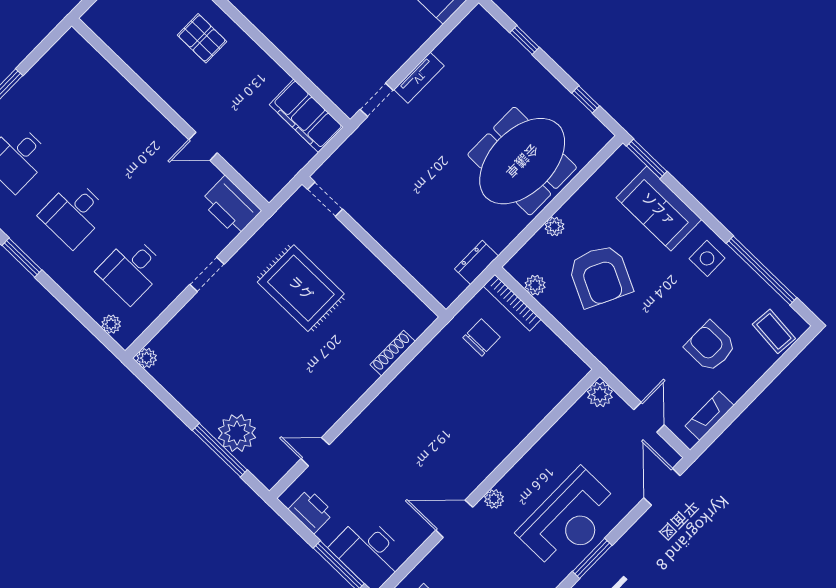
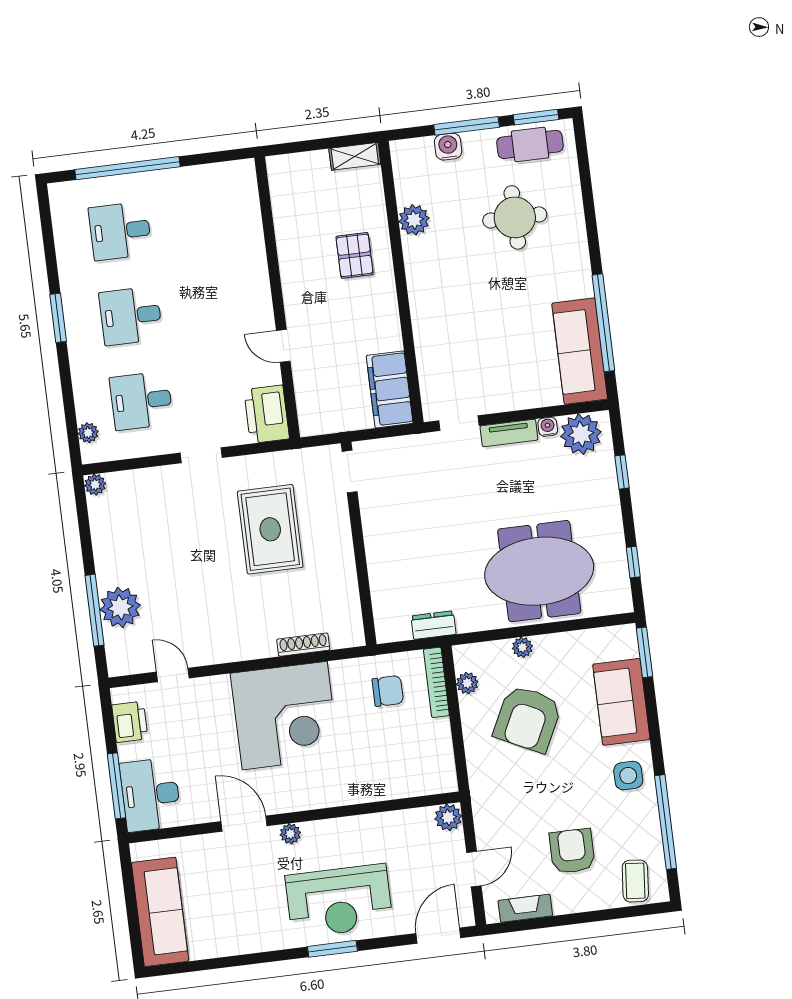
plant: (472, 36) -> (581, 434), added
water cooler: (444, 50) -> (548, 427), added
corner desk: (421, 416) -> (285, 716), added

